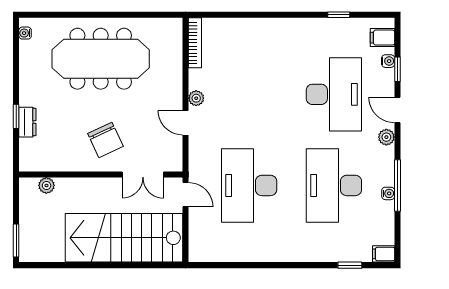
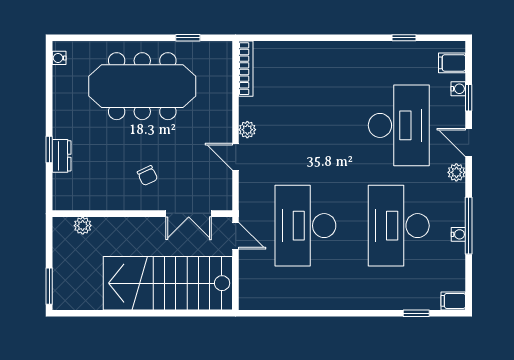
window: (142, 15) -> (188, 38), added
chair: (105, 140) -> (147, 176), width x0.54, depth x0.54

